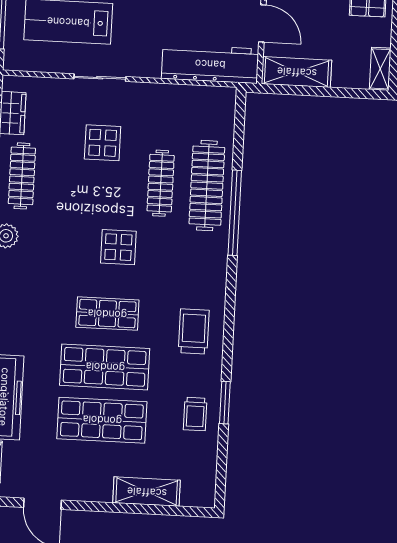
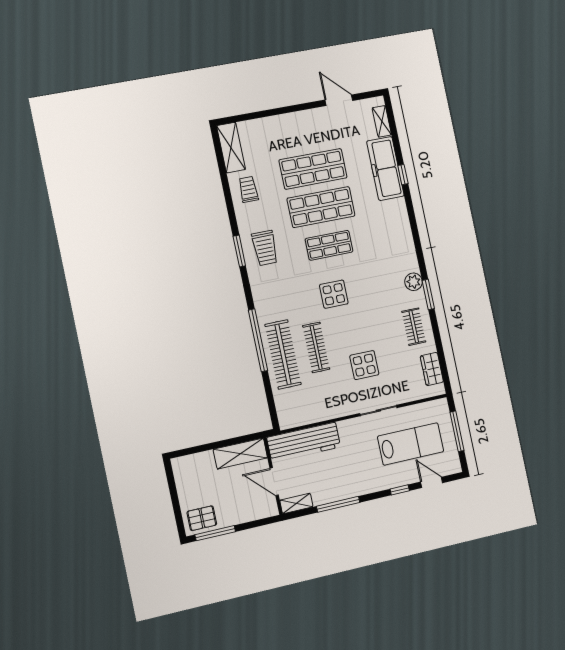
shelving: (380, 69) -> (180, 473), removed
clothes rail: (22, 176) -> (414, 327), width x0.73
window: (225, 403) -> (239, 251), moved
shelving: (147, 492) -> (231, 148), moved, turned 90

